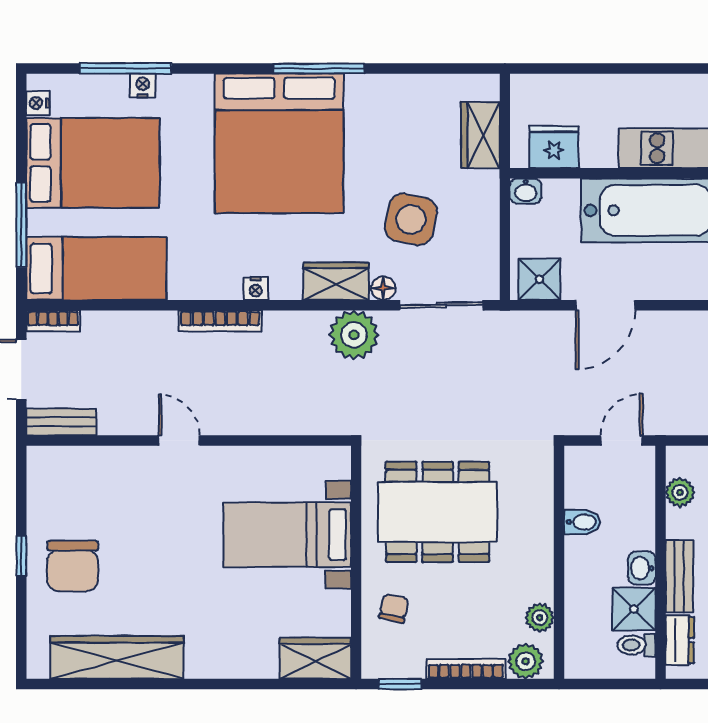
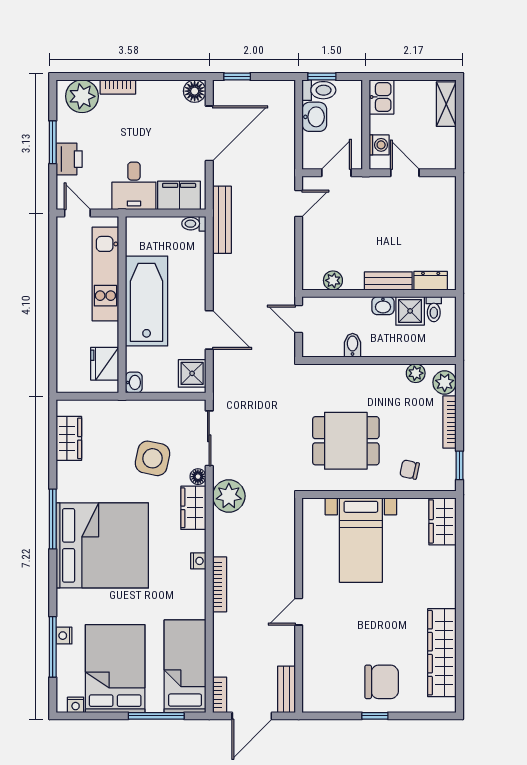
wardrobe: (481, 135) -> (69, 438), moved, turned -90
dining table: (438, 512) -> (346, 441), width x0.73

